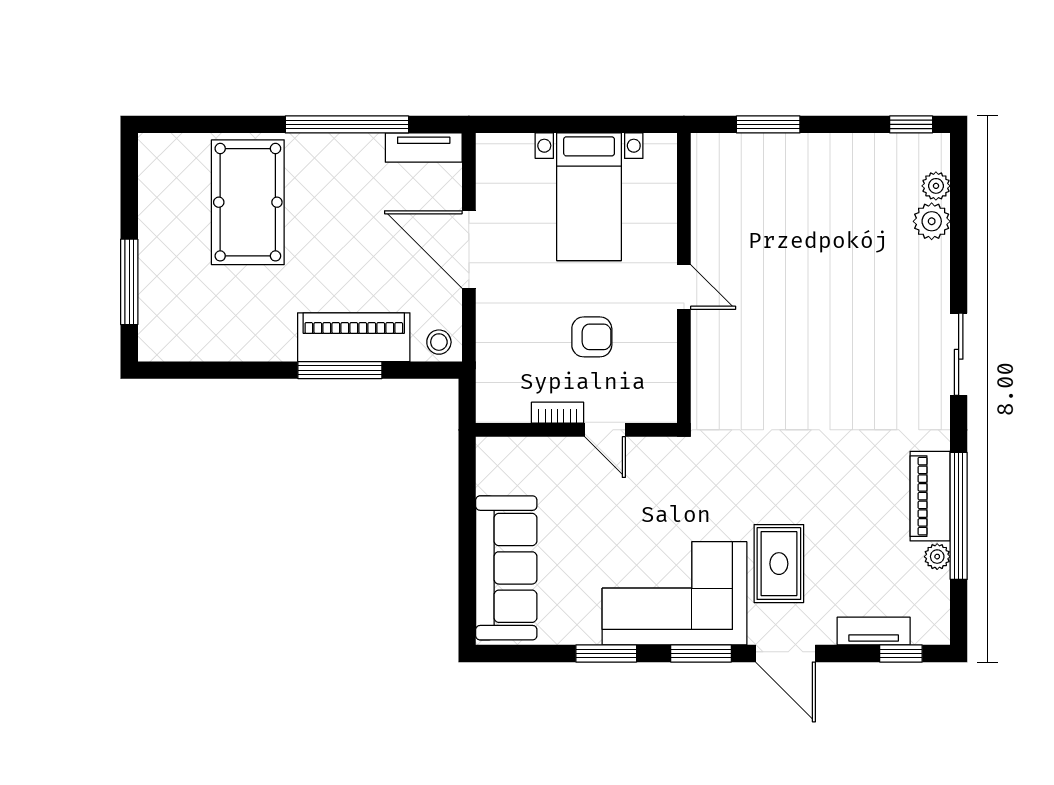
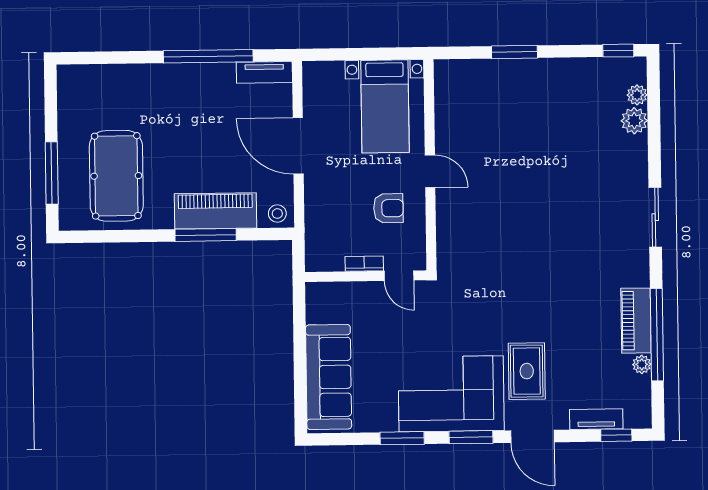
pool table: (248, 202) -> (116, 176), moved
wall: (684, 278) -> (430, 165), moved
door: (684, 287) -> (430, 171), moved

